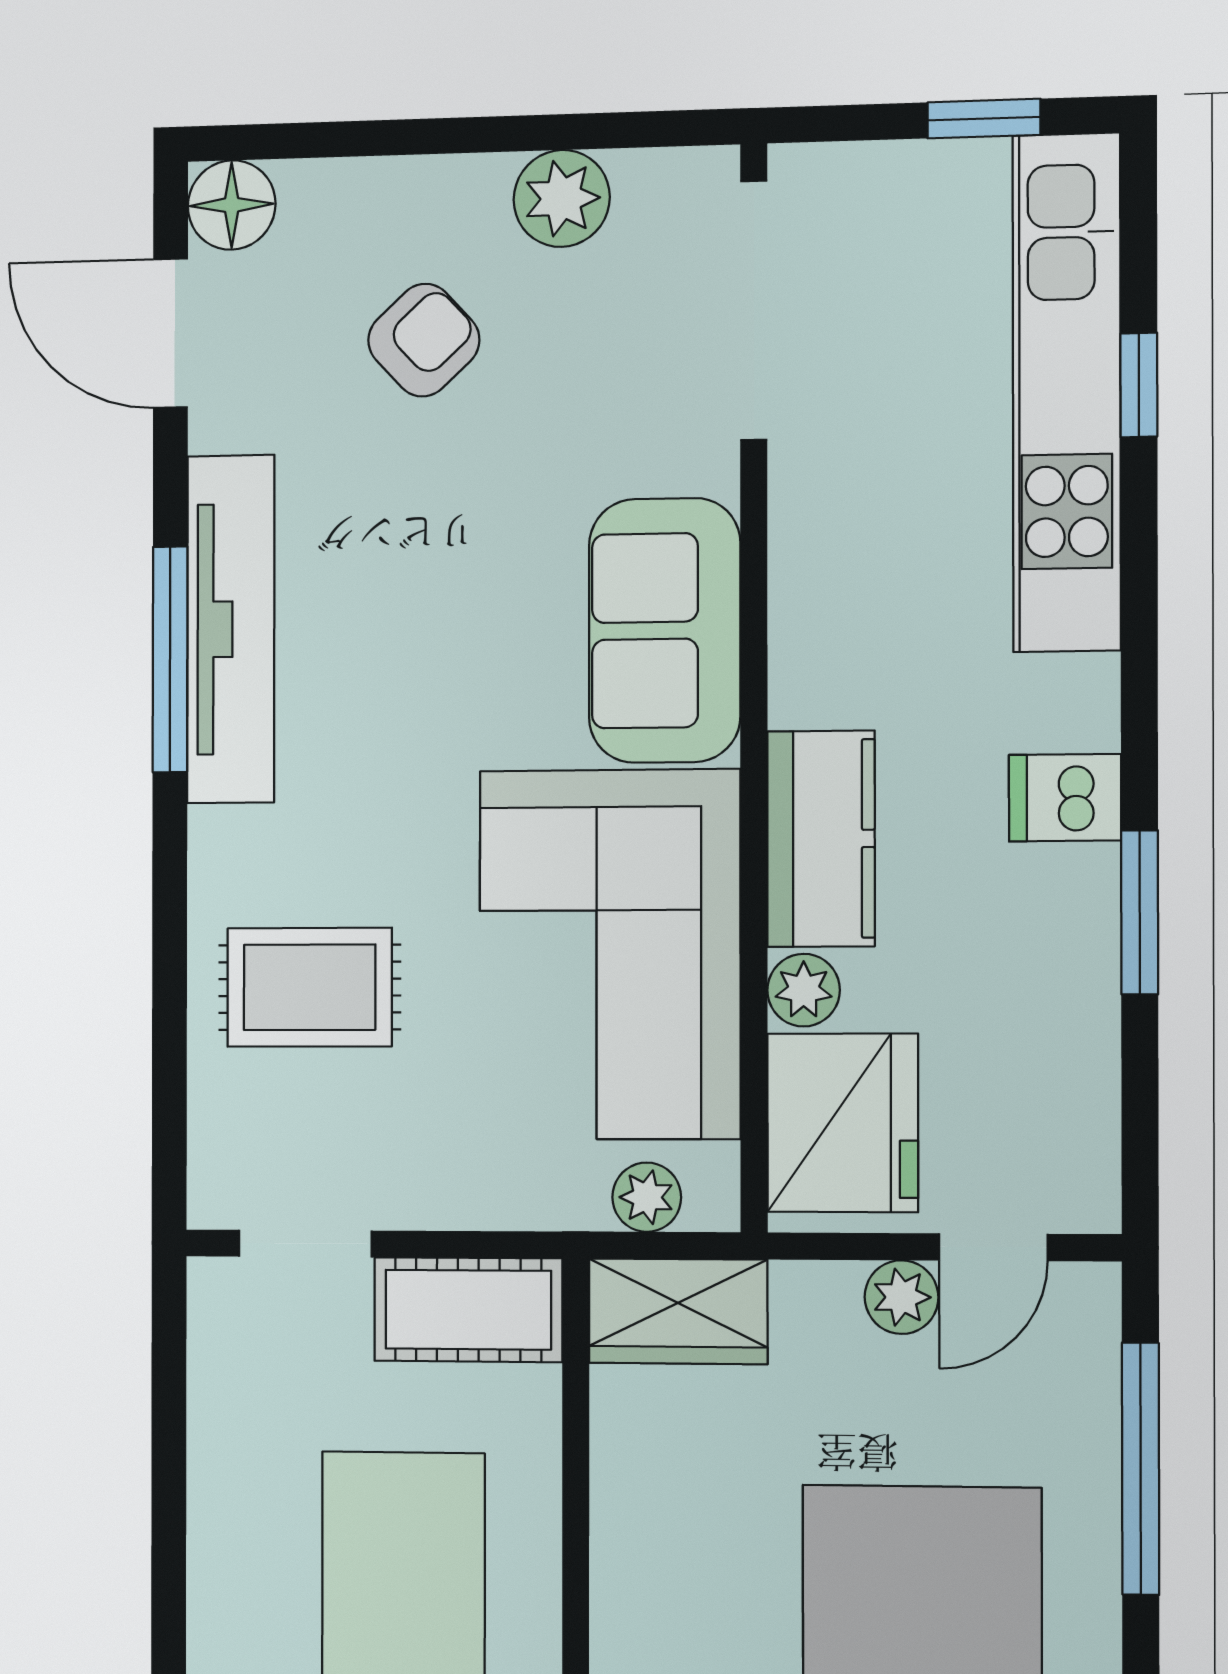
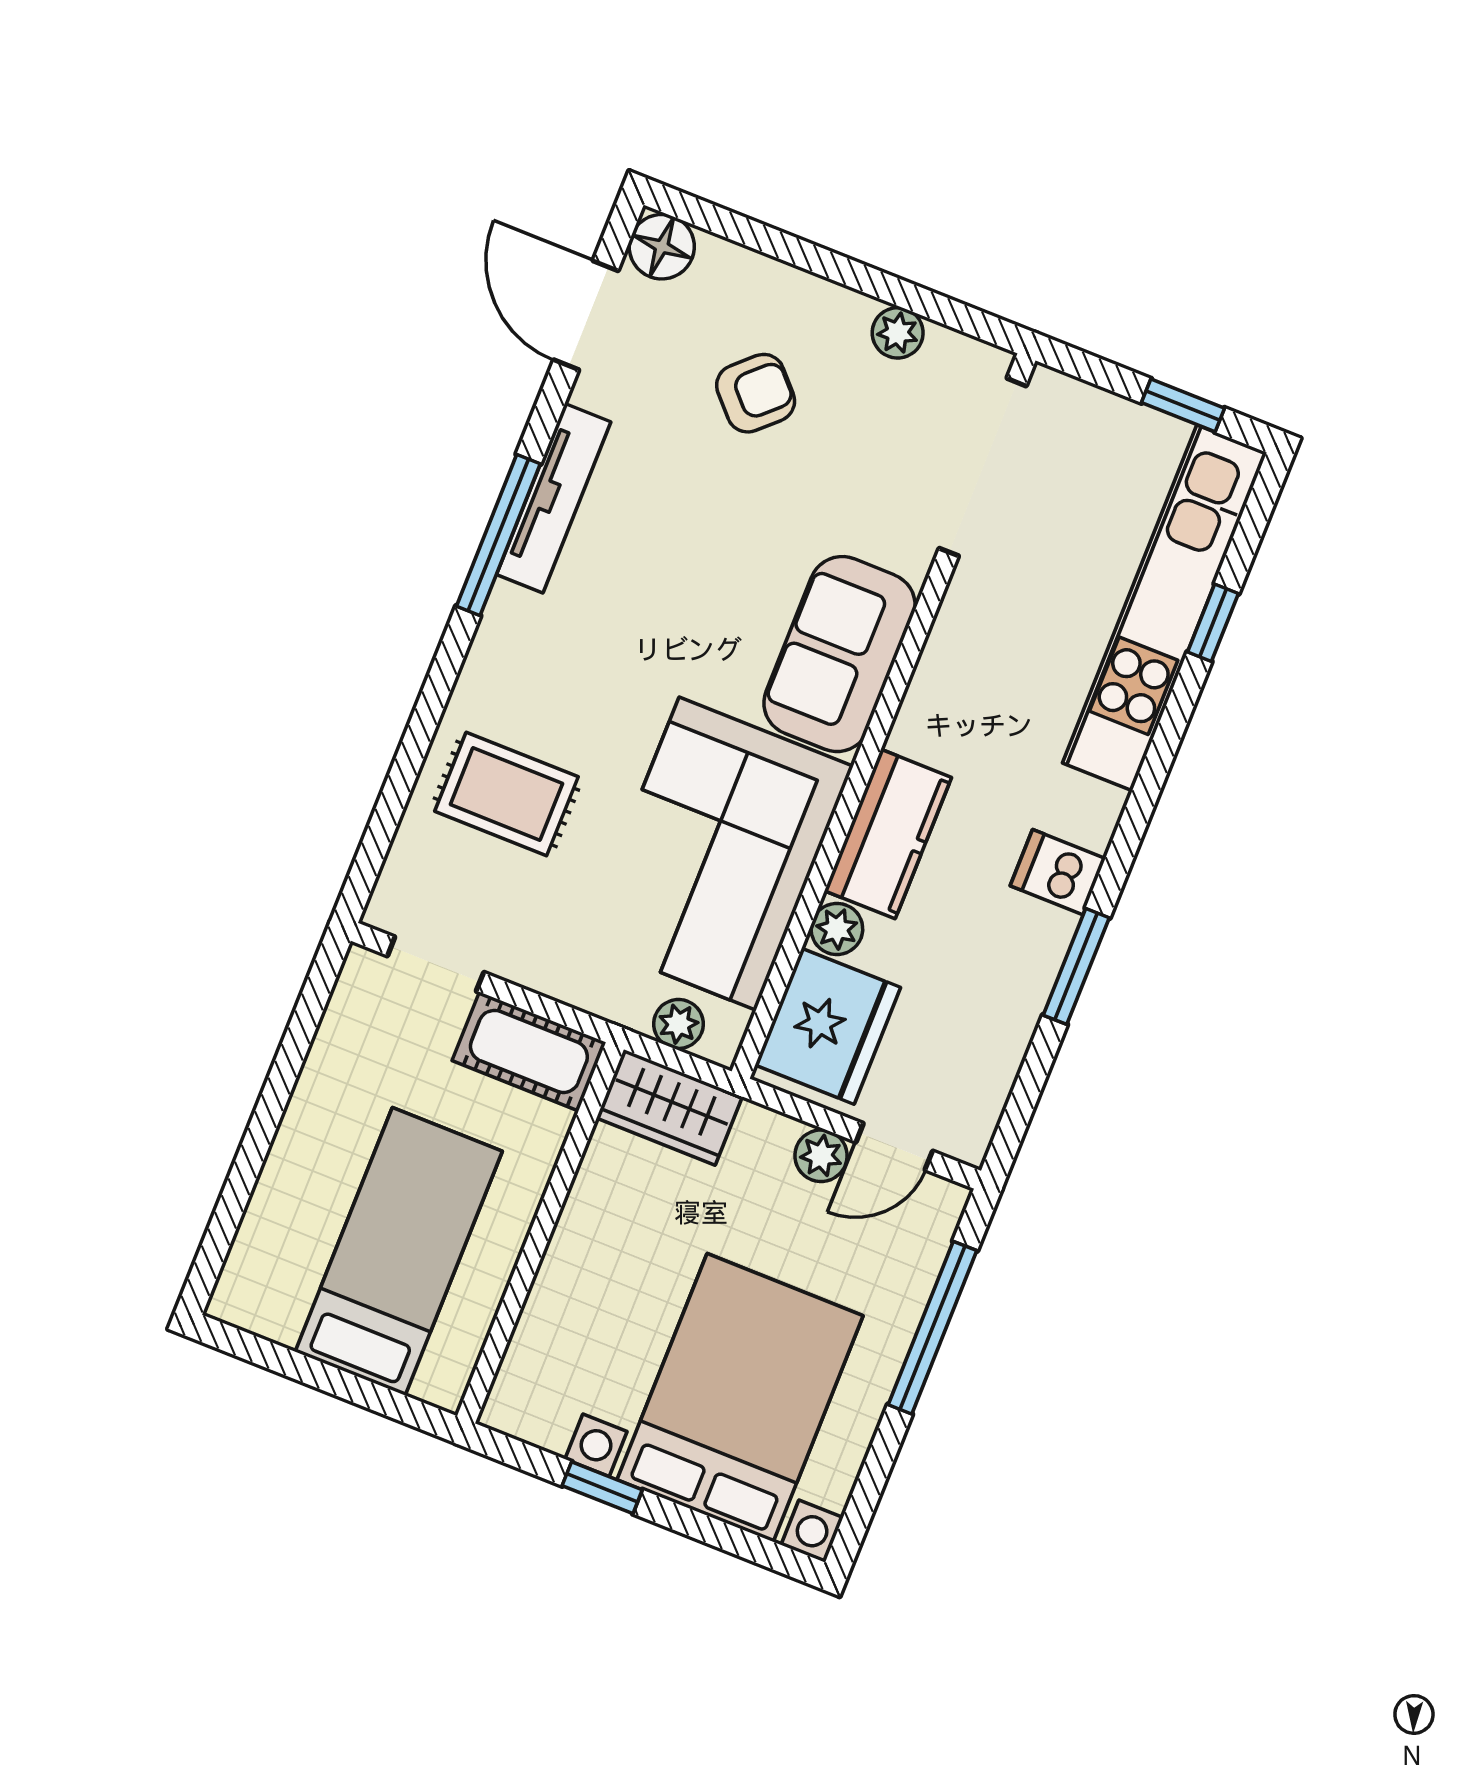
plant: (562, 198) -> (898, 333), width x0.73, depth x0.73
tv unit: (231, 629) -> (554, 498), width x0.73, depth x0.78

